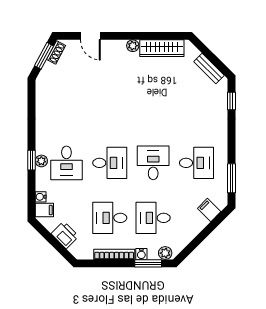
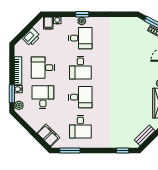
desk: (66, 163) -> (80, 38), turned 180
filing cabinet: (209, 210) -> (48, 135), width x2.00
desk: (110, 218) -> (43, 68), turned -90

